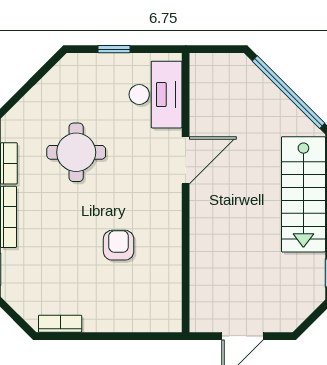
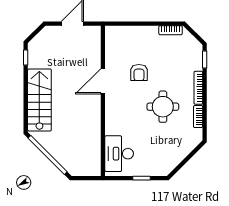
round table: (76, 152) -> (163, 107), moved
door: (186, 160) -> (103, 81), moved

